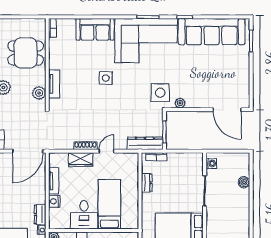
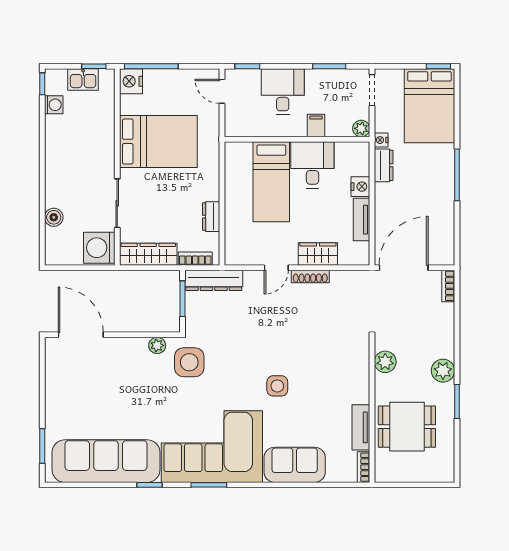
tv unit: (54, 84) -> (361, 427), moved
wardrobe: (186, 159) -> (148, 254), added
washing machine: (211, 164) -> (99, 248), width x1.89, depth x1.89

